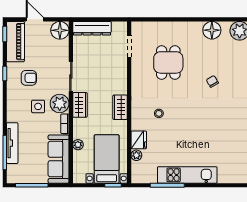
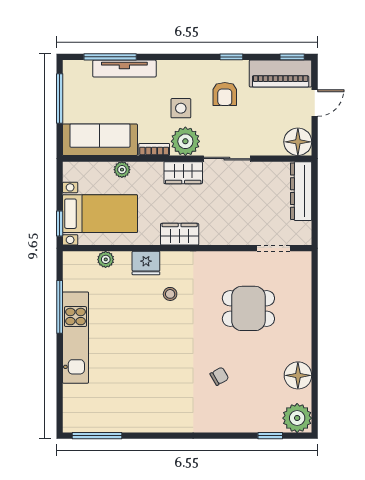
fridge: (139, 140) -> (146, 263), moved

